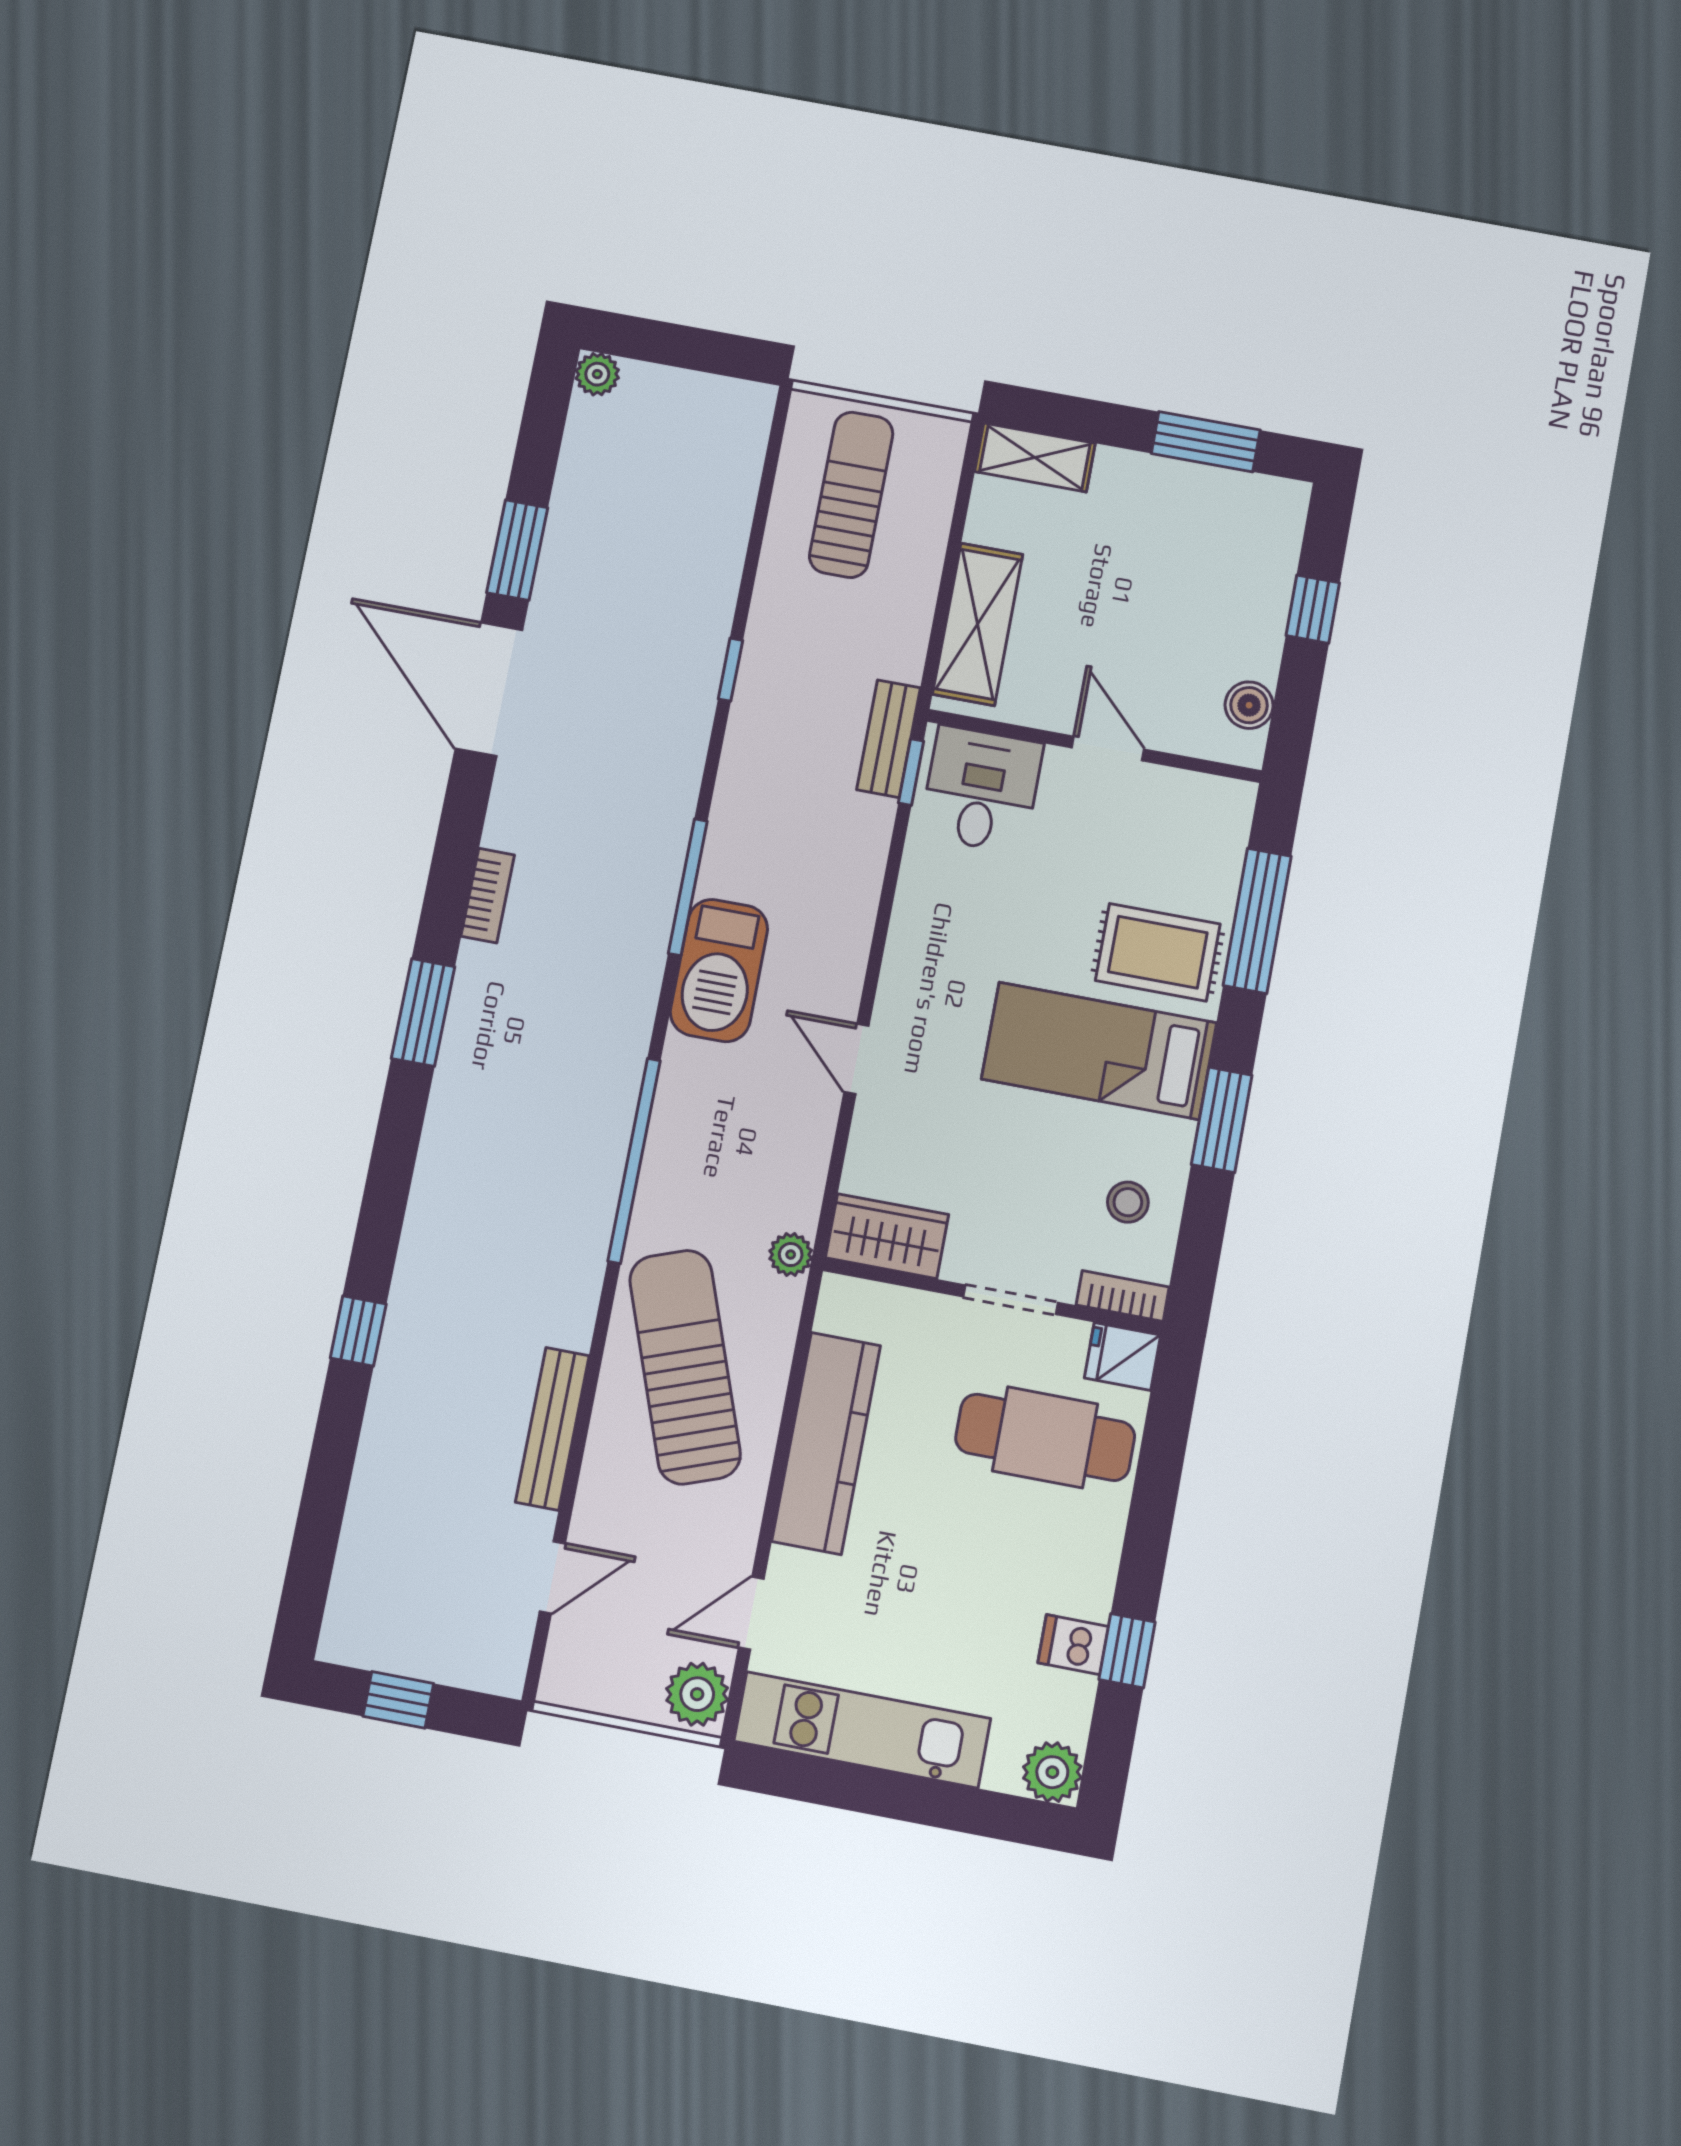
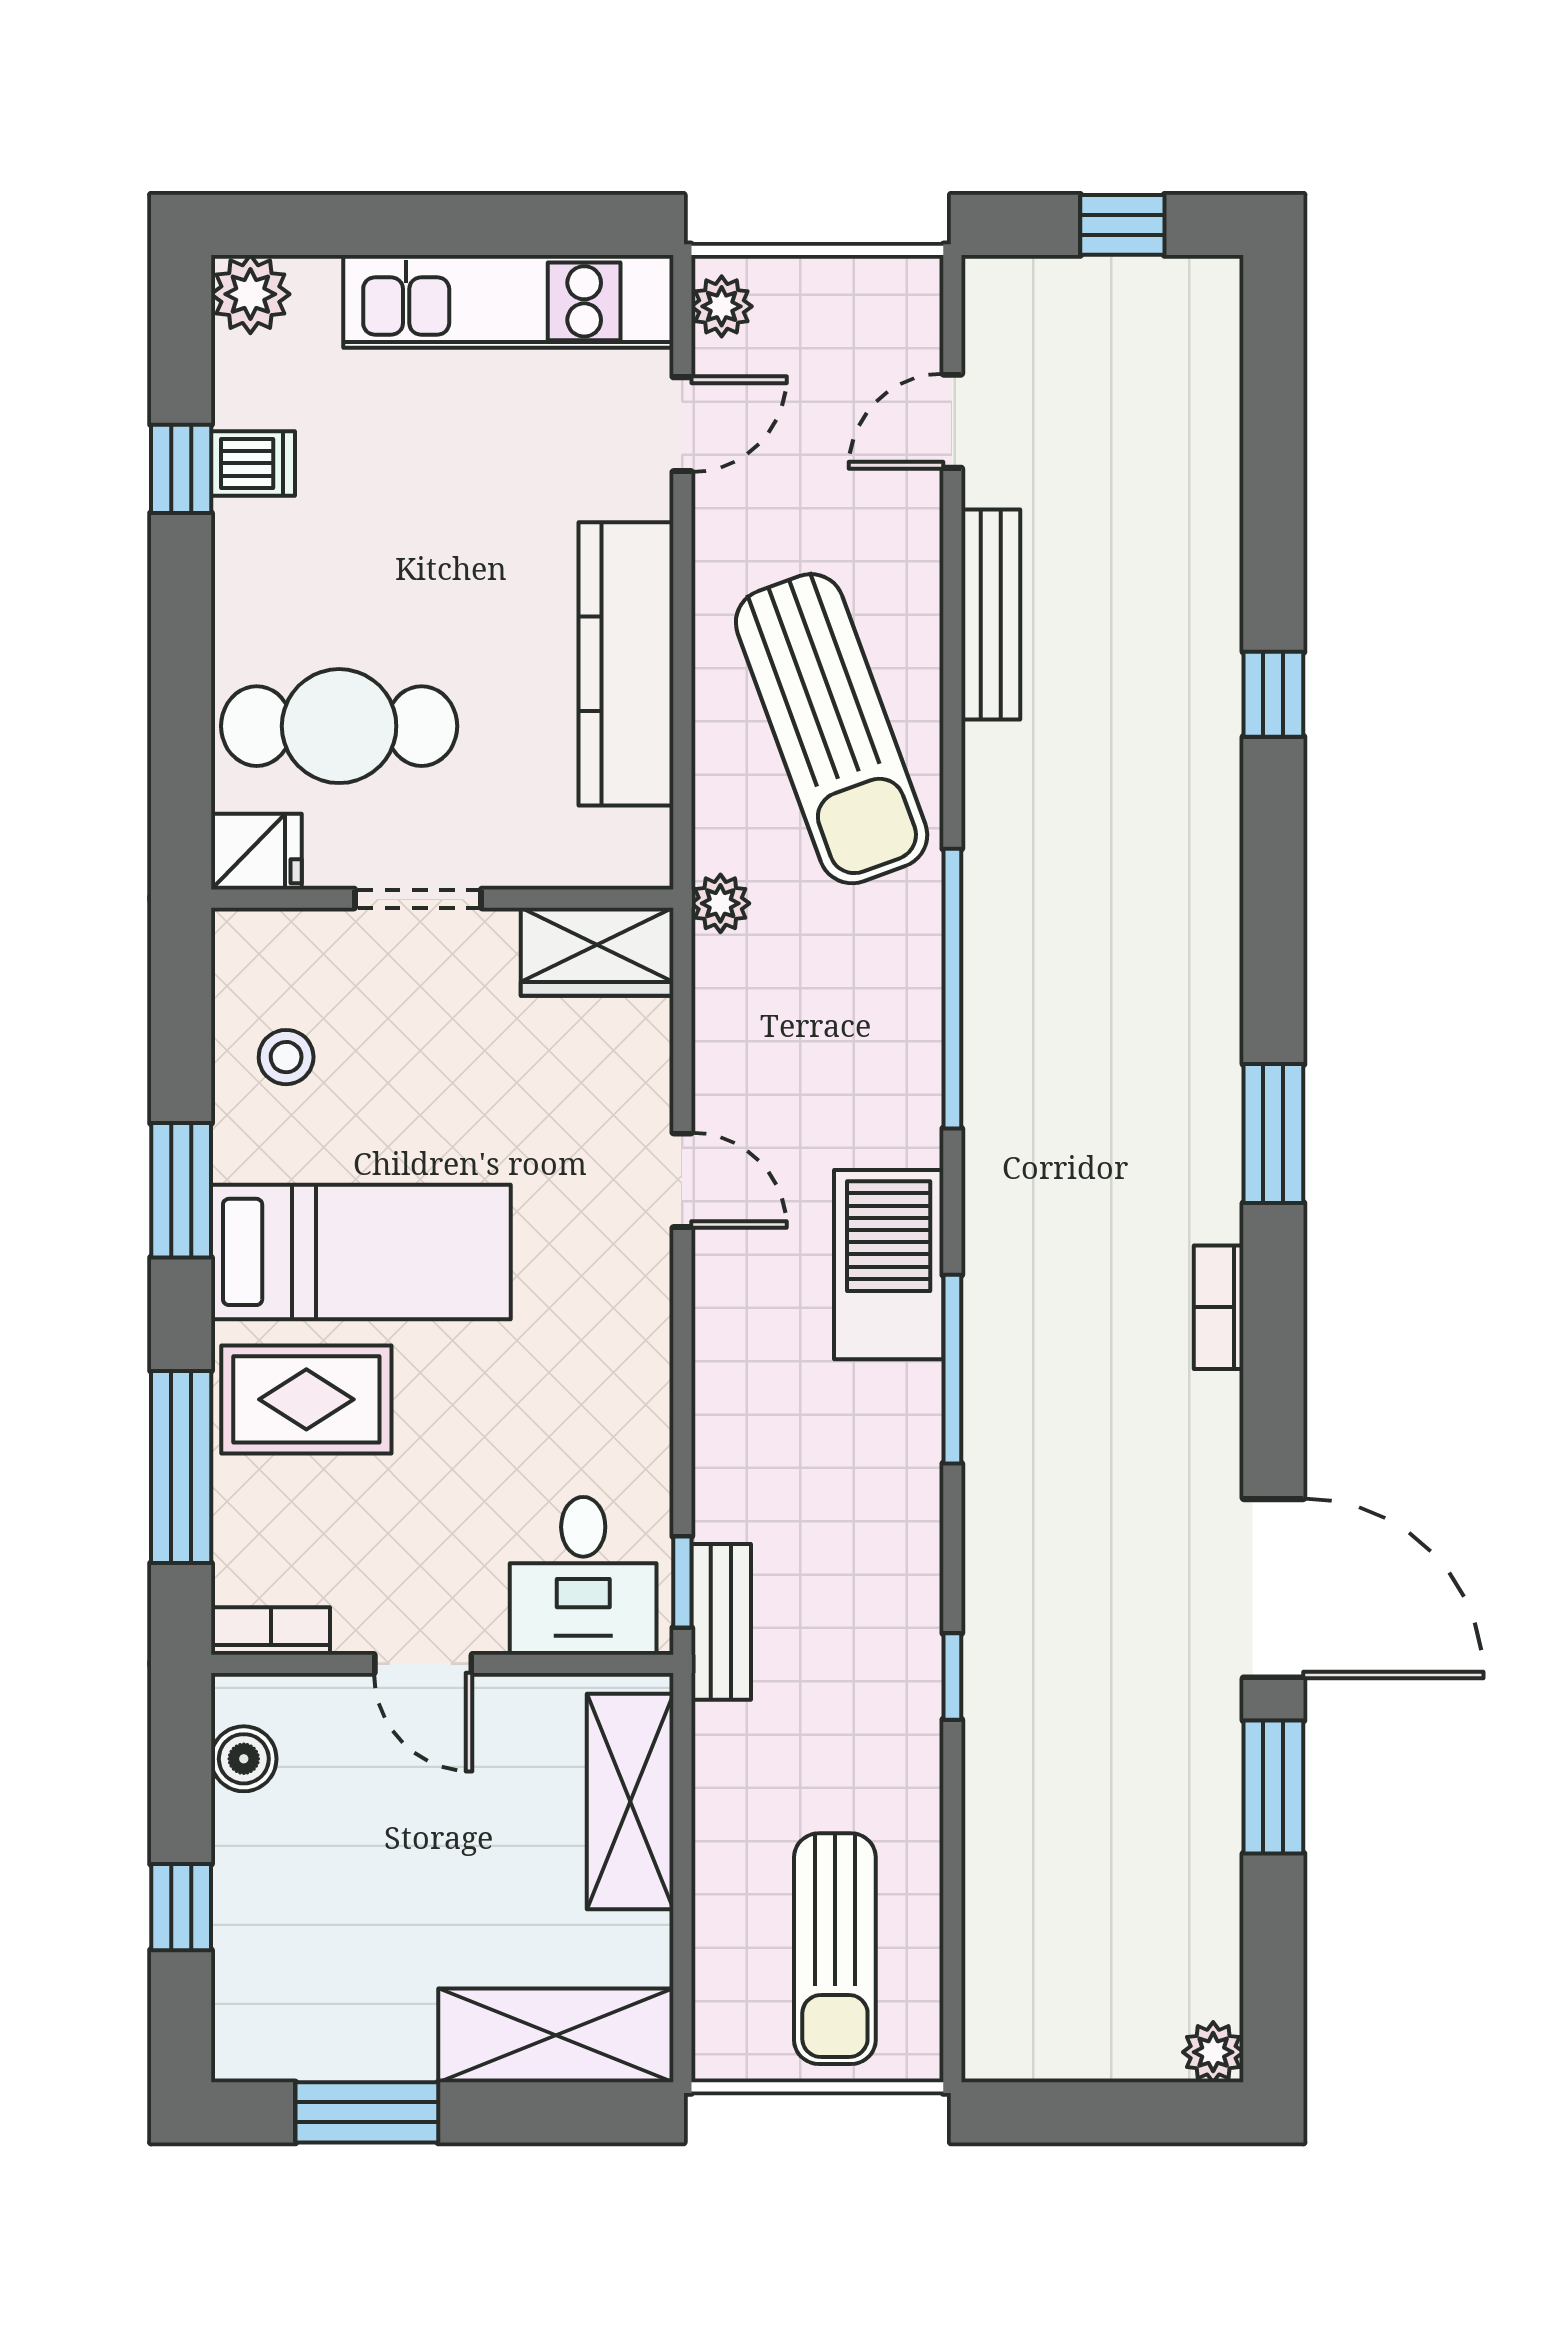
shelving: (1035, 457) -> (556, 2035), width x1.50, depth x1.33
bookcase: (1123, 1296) -> (271, 1631), moved, turned 180
plant: (697, 1694) -> (722, 306), width x0.73, depth x0.73

